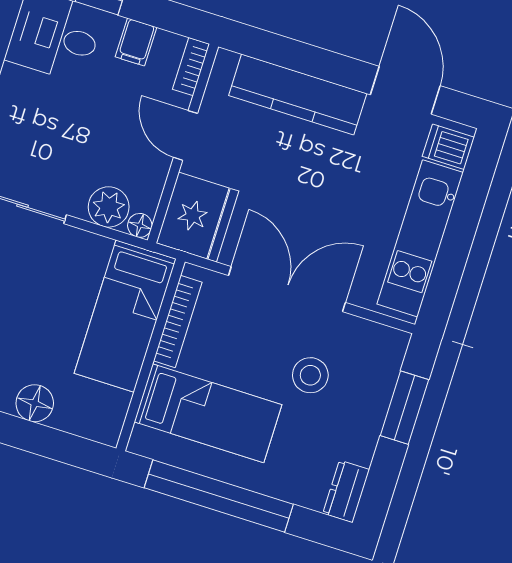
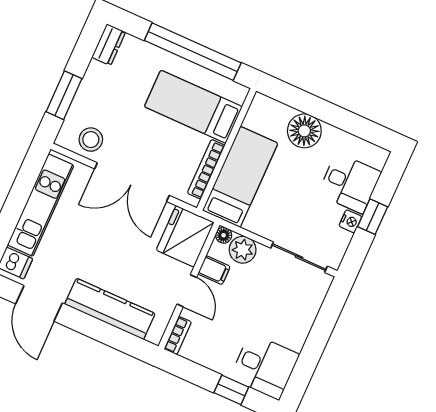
filing cabinet: (136, 42) -> (214, 270), moved, turned 90
stool: (310, 375) -> (91, 140), moved
floor lamp: (35, 403) -> (304, 131), width x1.38, depth x1.38

